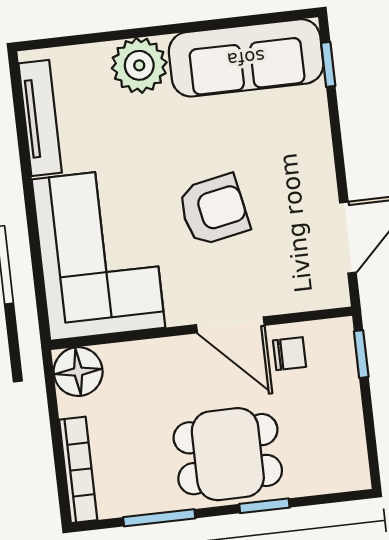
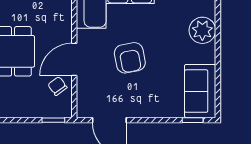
sofa: (246, 58) -> (200, 91), width x0.73
chair: (290, 354) -> (57, 86), turned 144

